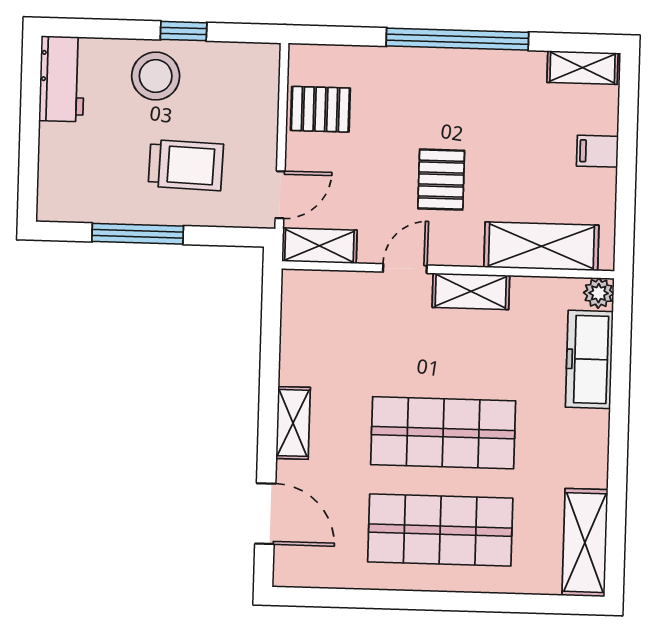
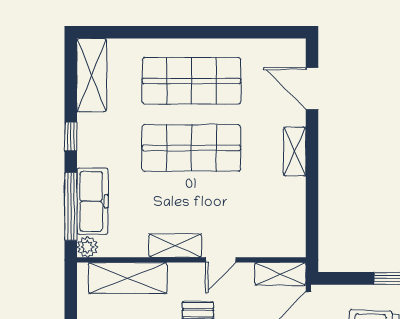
window: (621, 353) -> (71, 206), added
window: (618, 454) -> (71, 137), added

